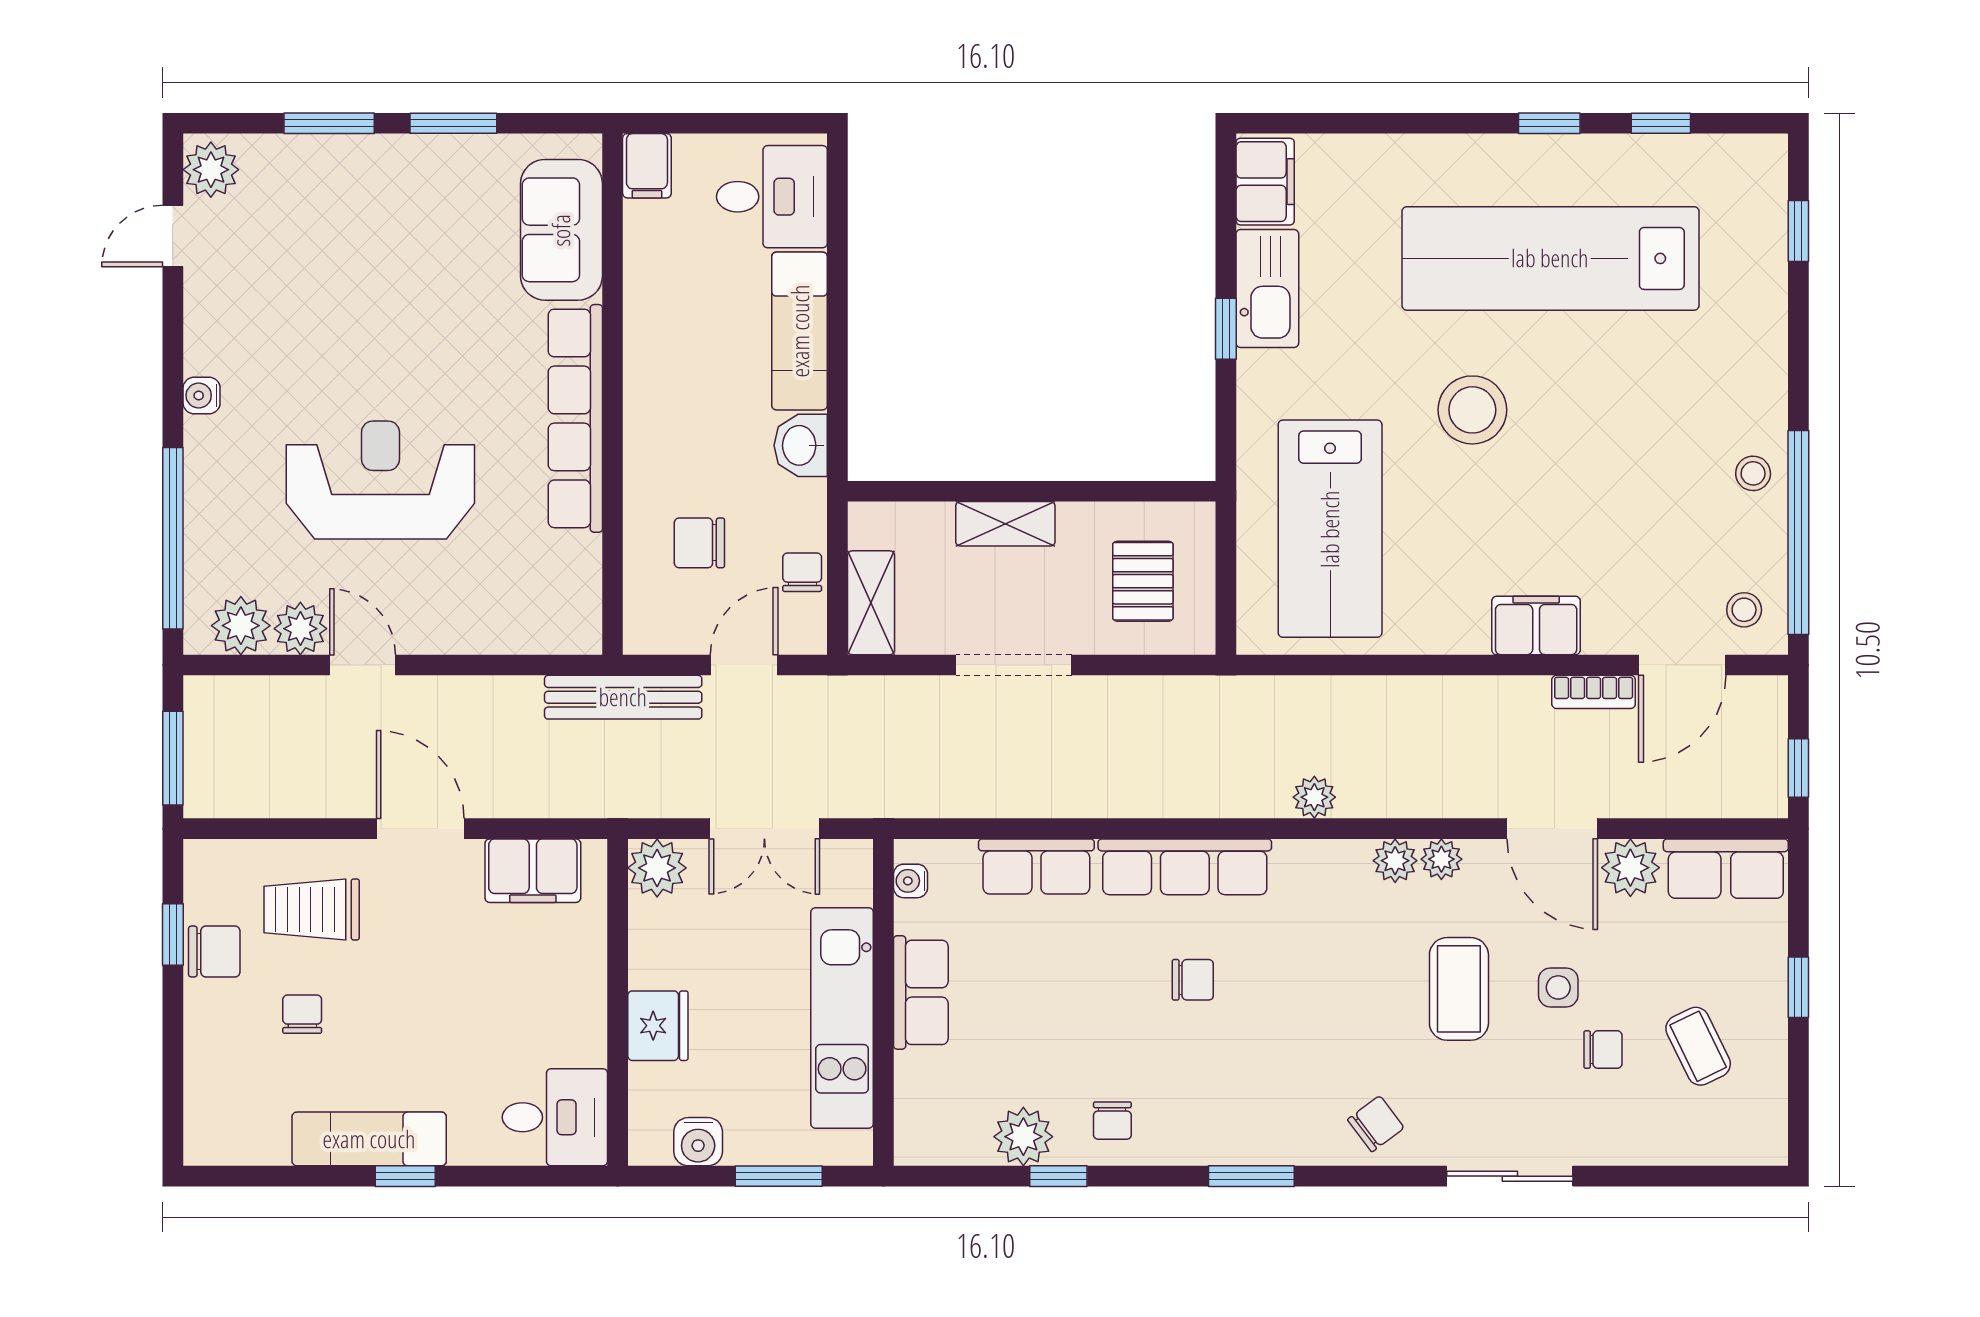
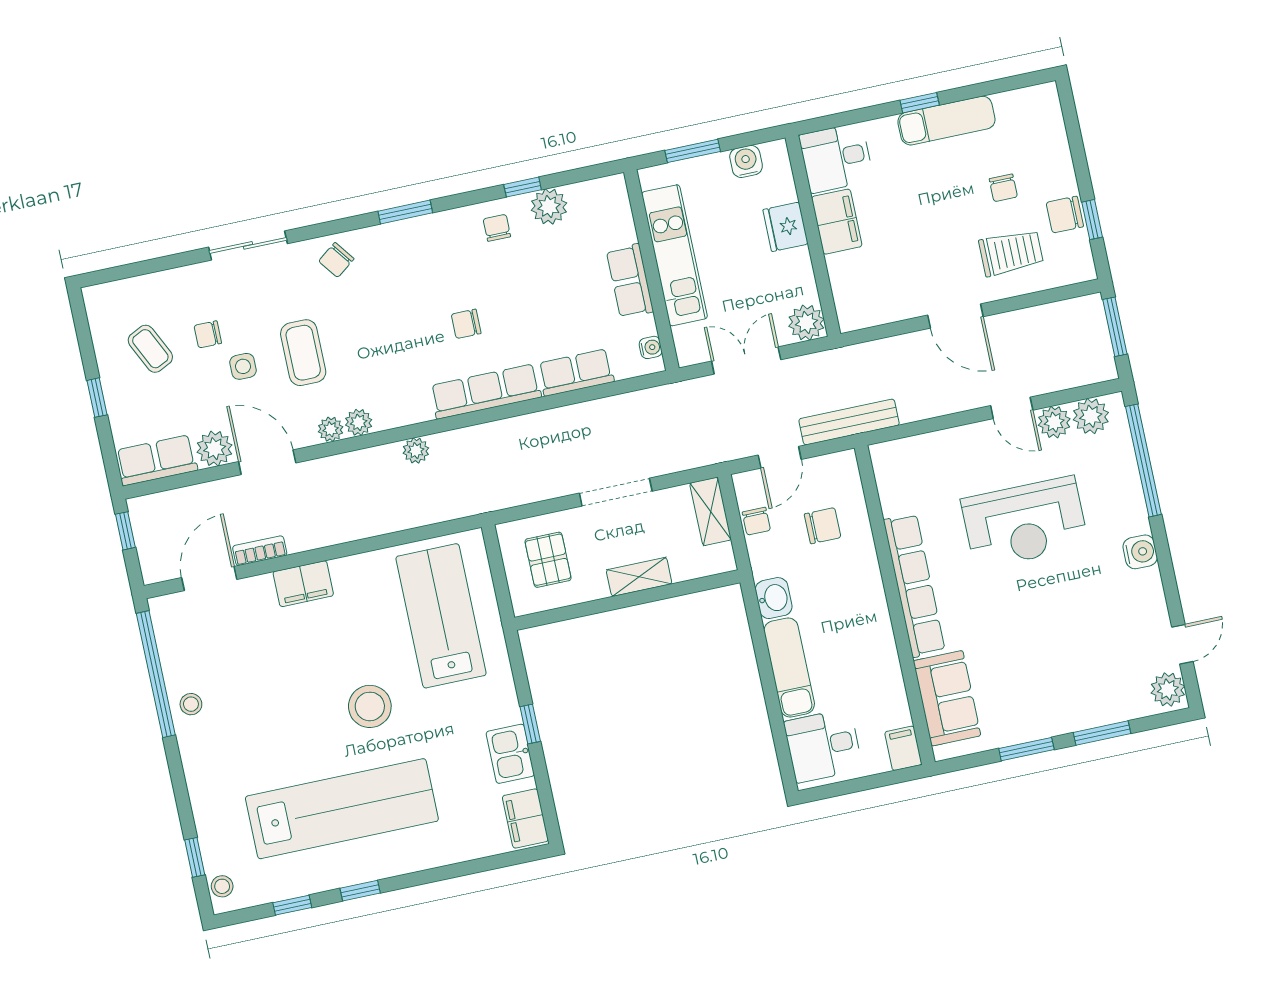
kitchen sink: (1267, 289) -> (510, 754), width x0.73
water cooler: (202, 395) -> (1140, 552), width x1.38, depth x1.38
stool: (1744, 610) -> (222, 886), moved
filing cabinet: (533, 871) -> (837, 222), moved, turned 90

